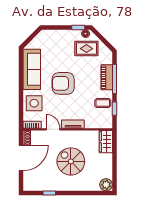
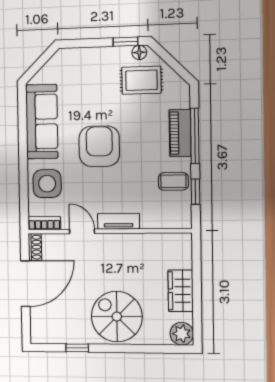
armchair: (63, 83) -> (99, 146), turned 90
wardrobe: (106, 142) -> (181, 291), moved
spiral stairs: (71, 161) -> (117, 317), moved

